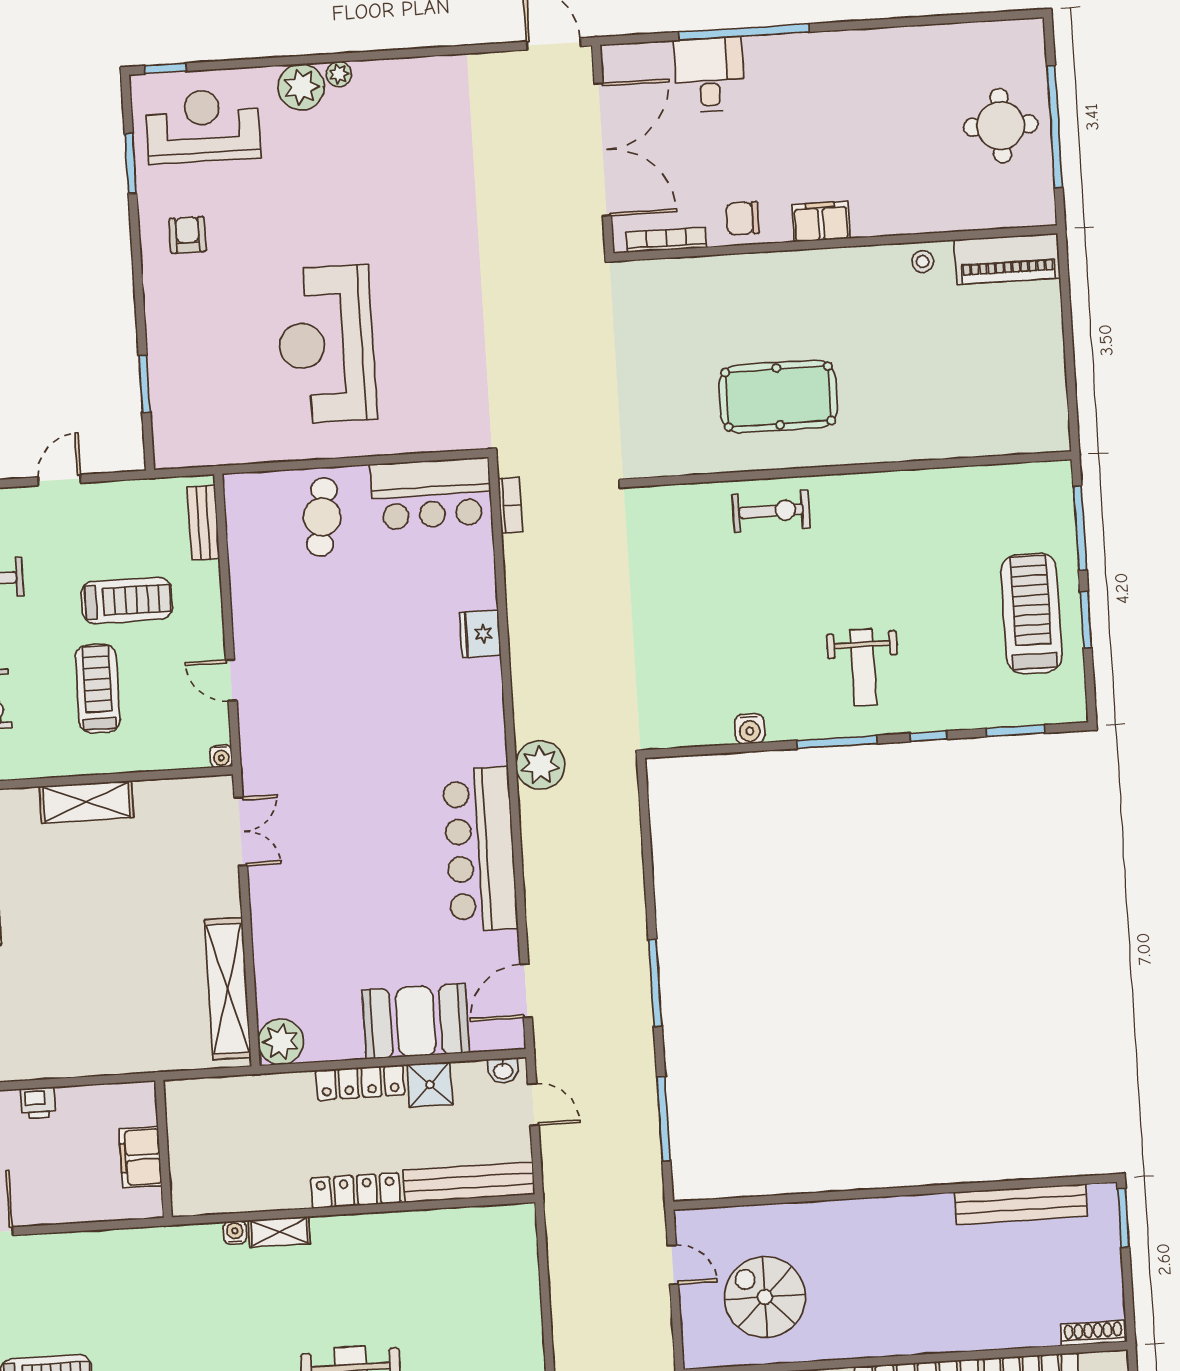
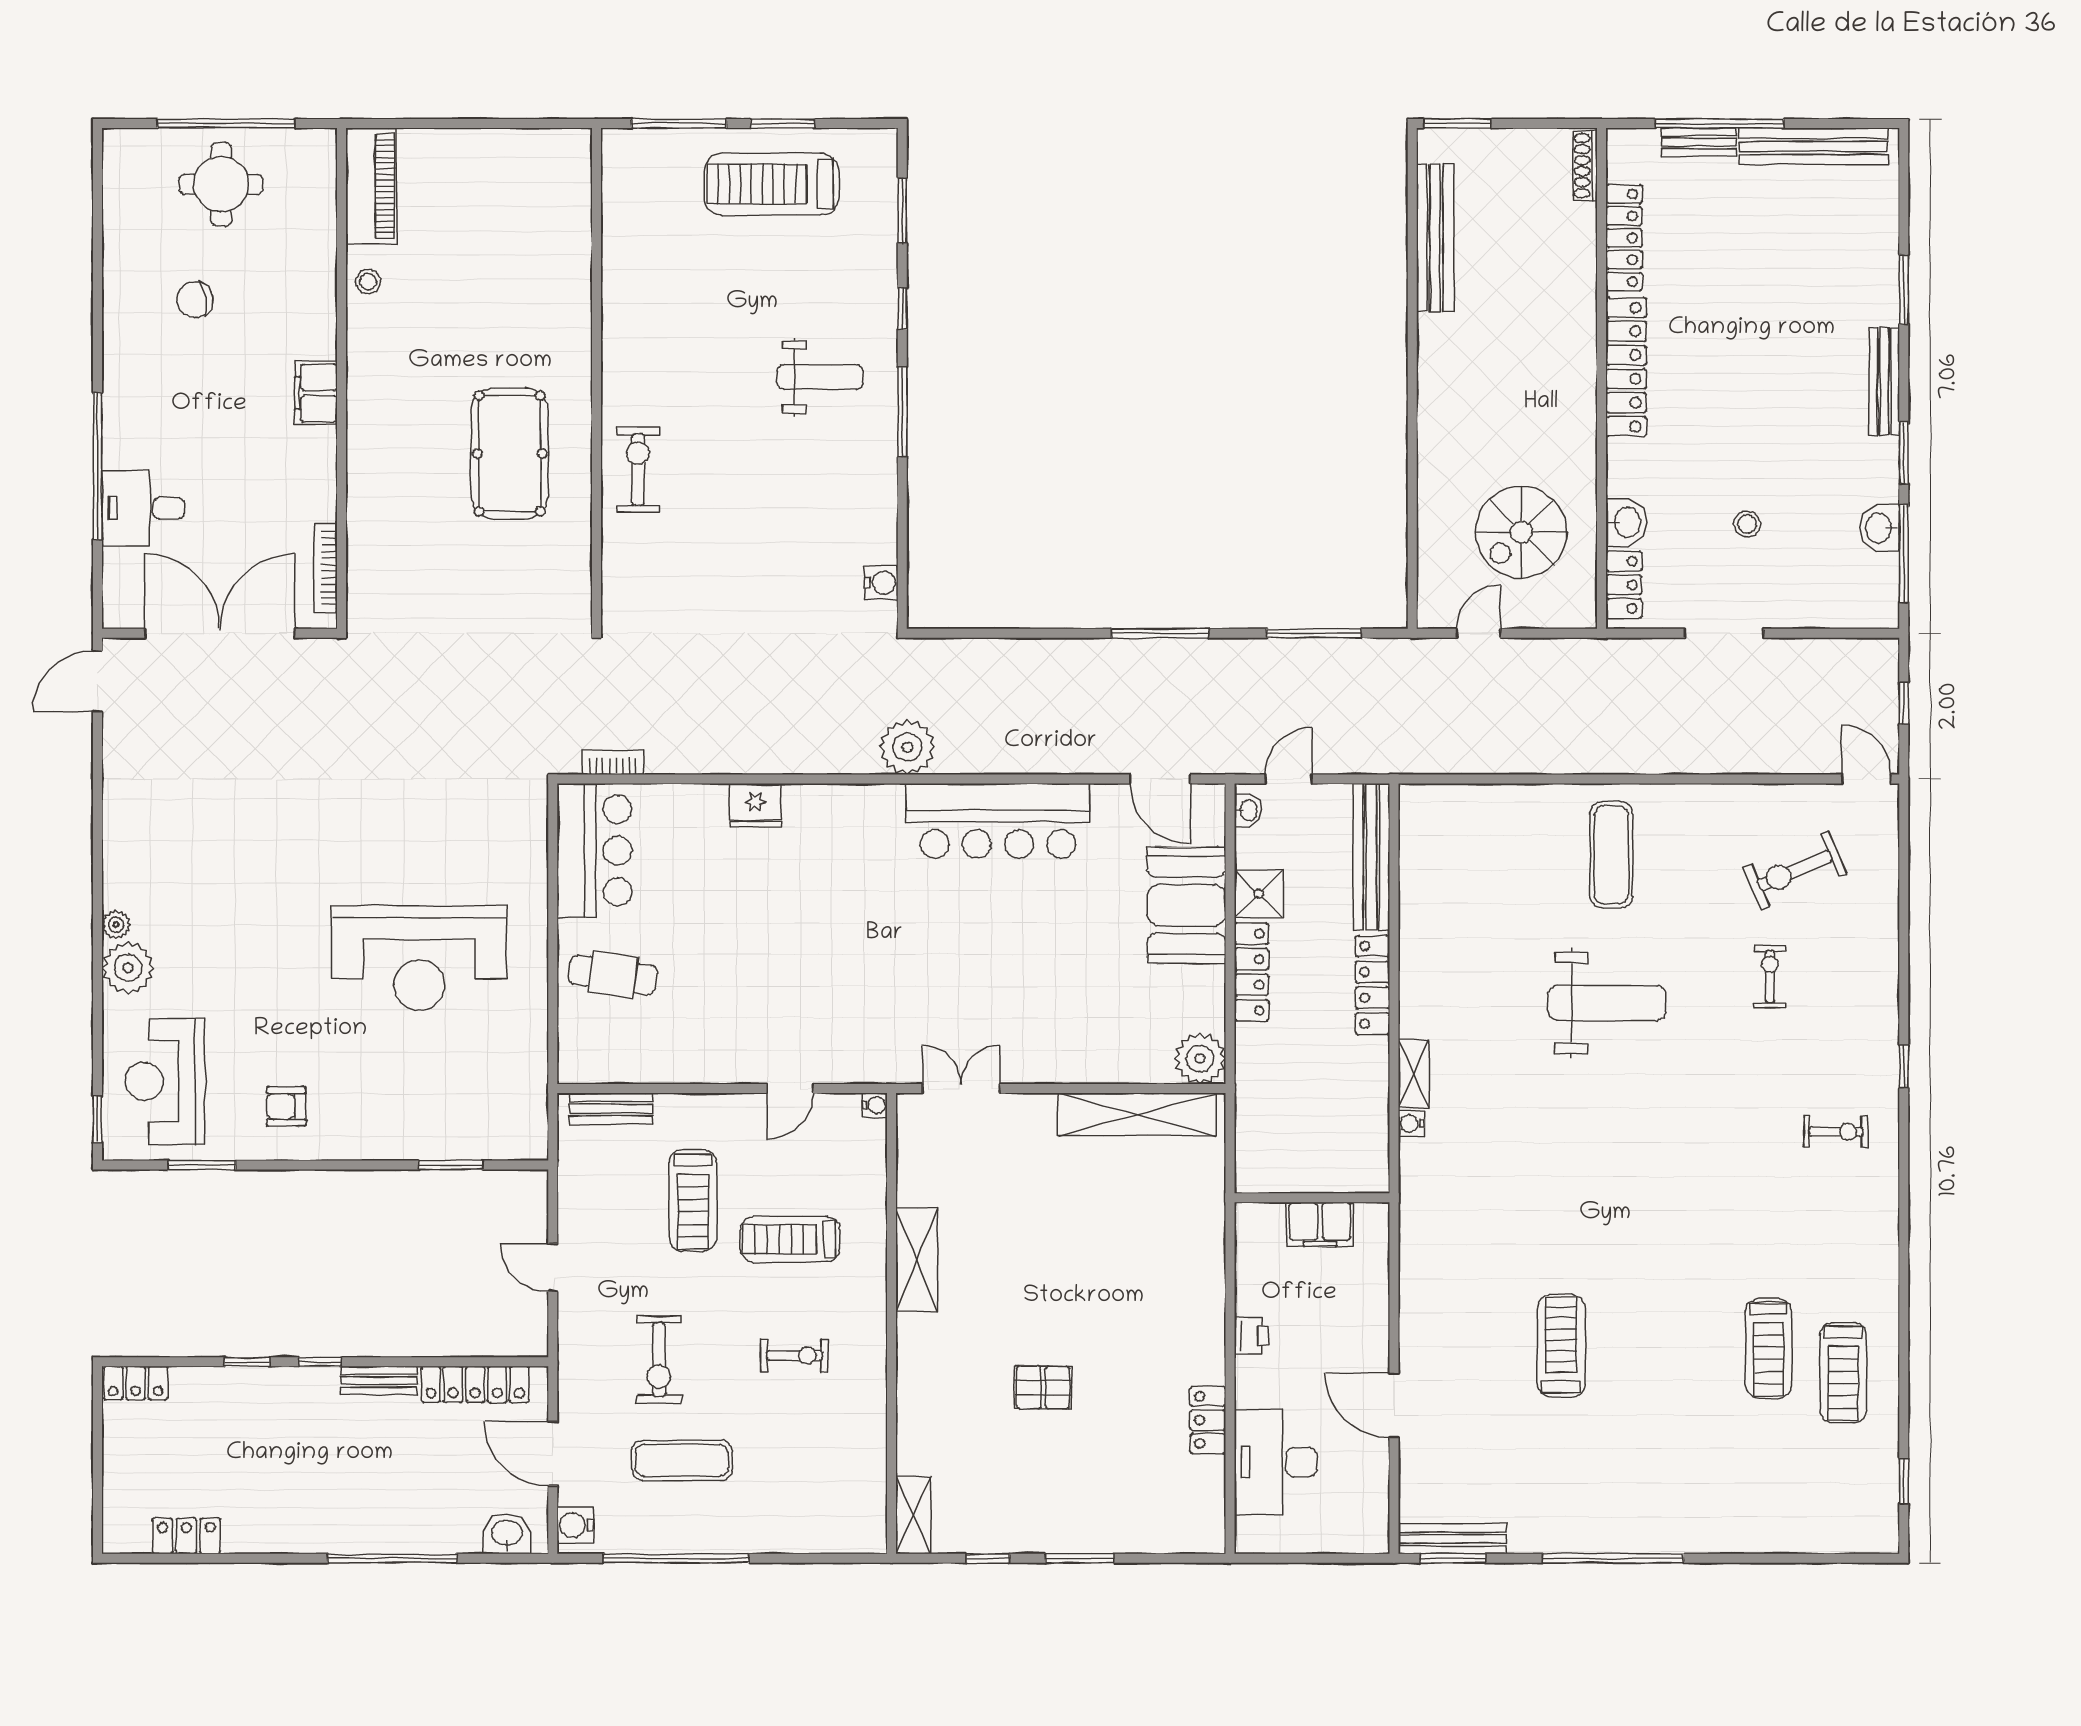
chair: (743, 218) -> (195, 300), moved, turned 80
treadmill: (127, 600) -> (693, 1200), turned 180
water cooler: (750, 729) -> (881, 583), moved

